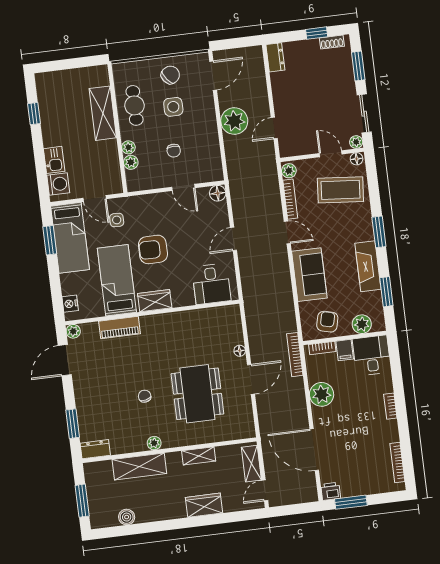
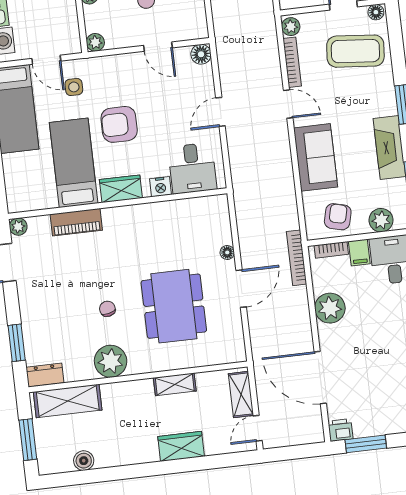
plant: (131, 162) -> (95, 42), moved
nightstand: (70, 304) -> (160, 187), moved, turned -90
plant: (154, 443) -> (111, 361), width x1.88, depth x1.88
shelving: (139, 466) -> (68, 401), moved

